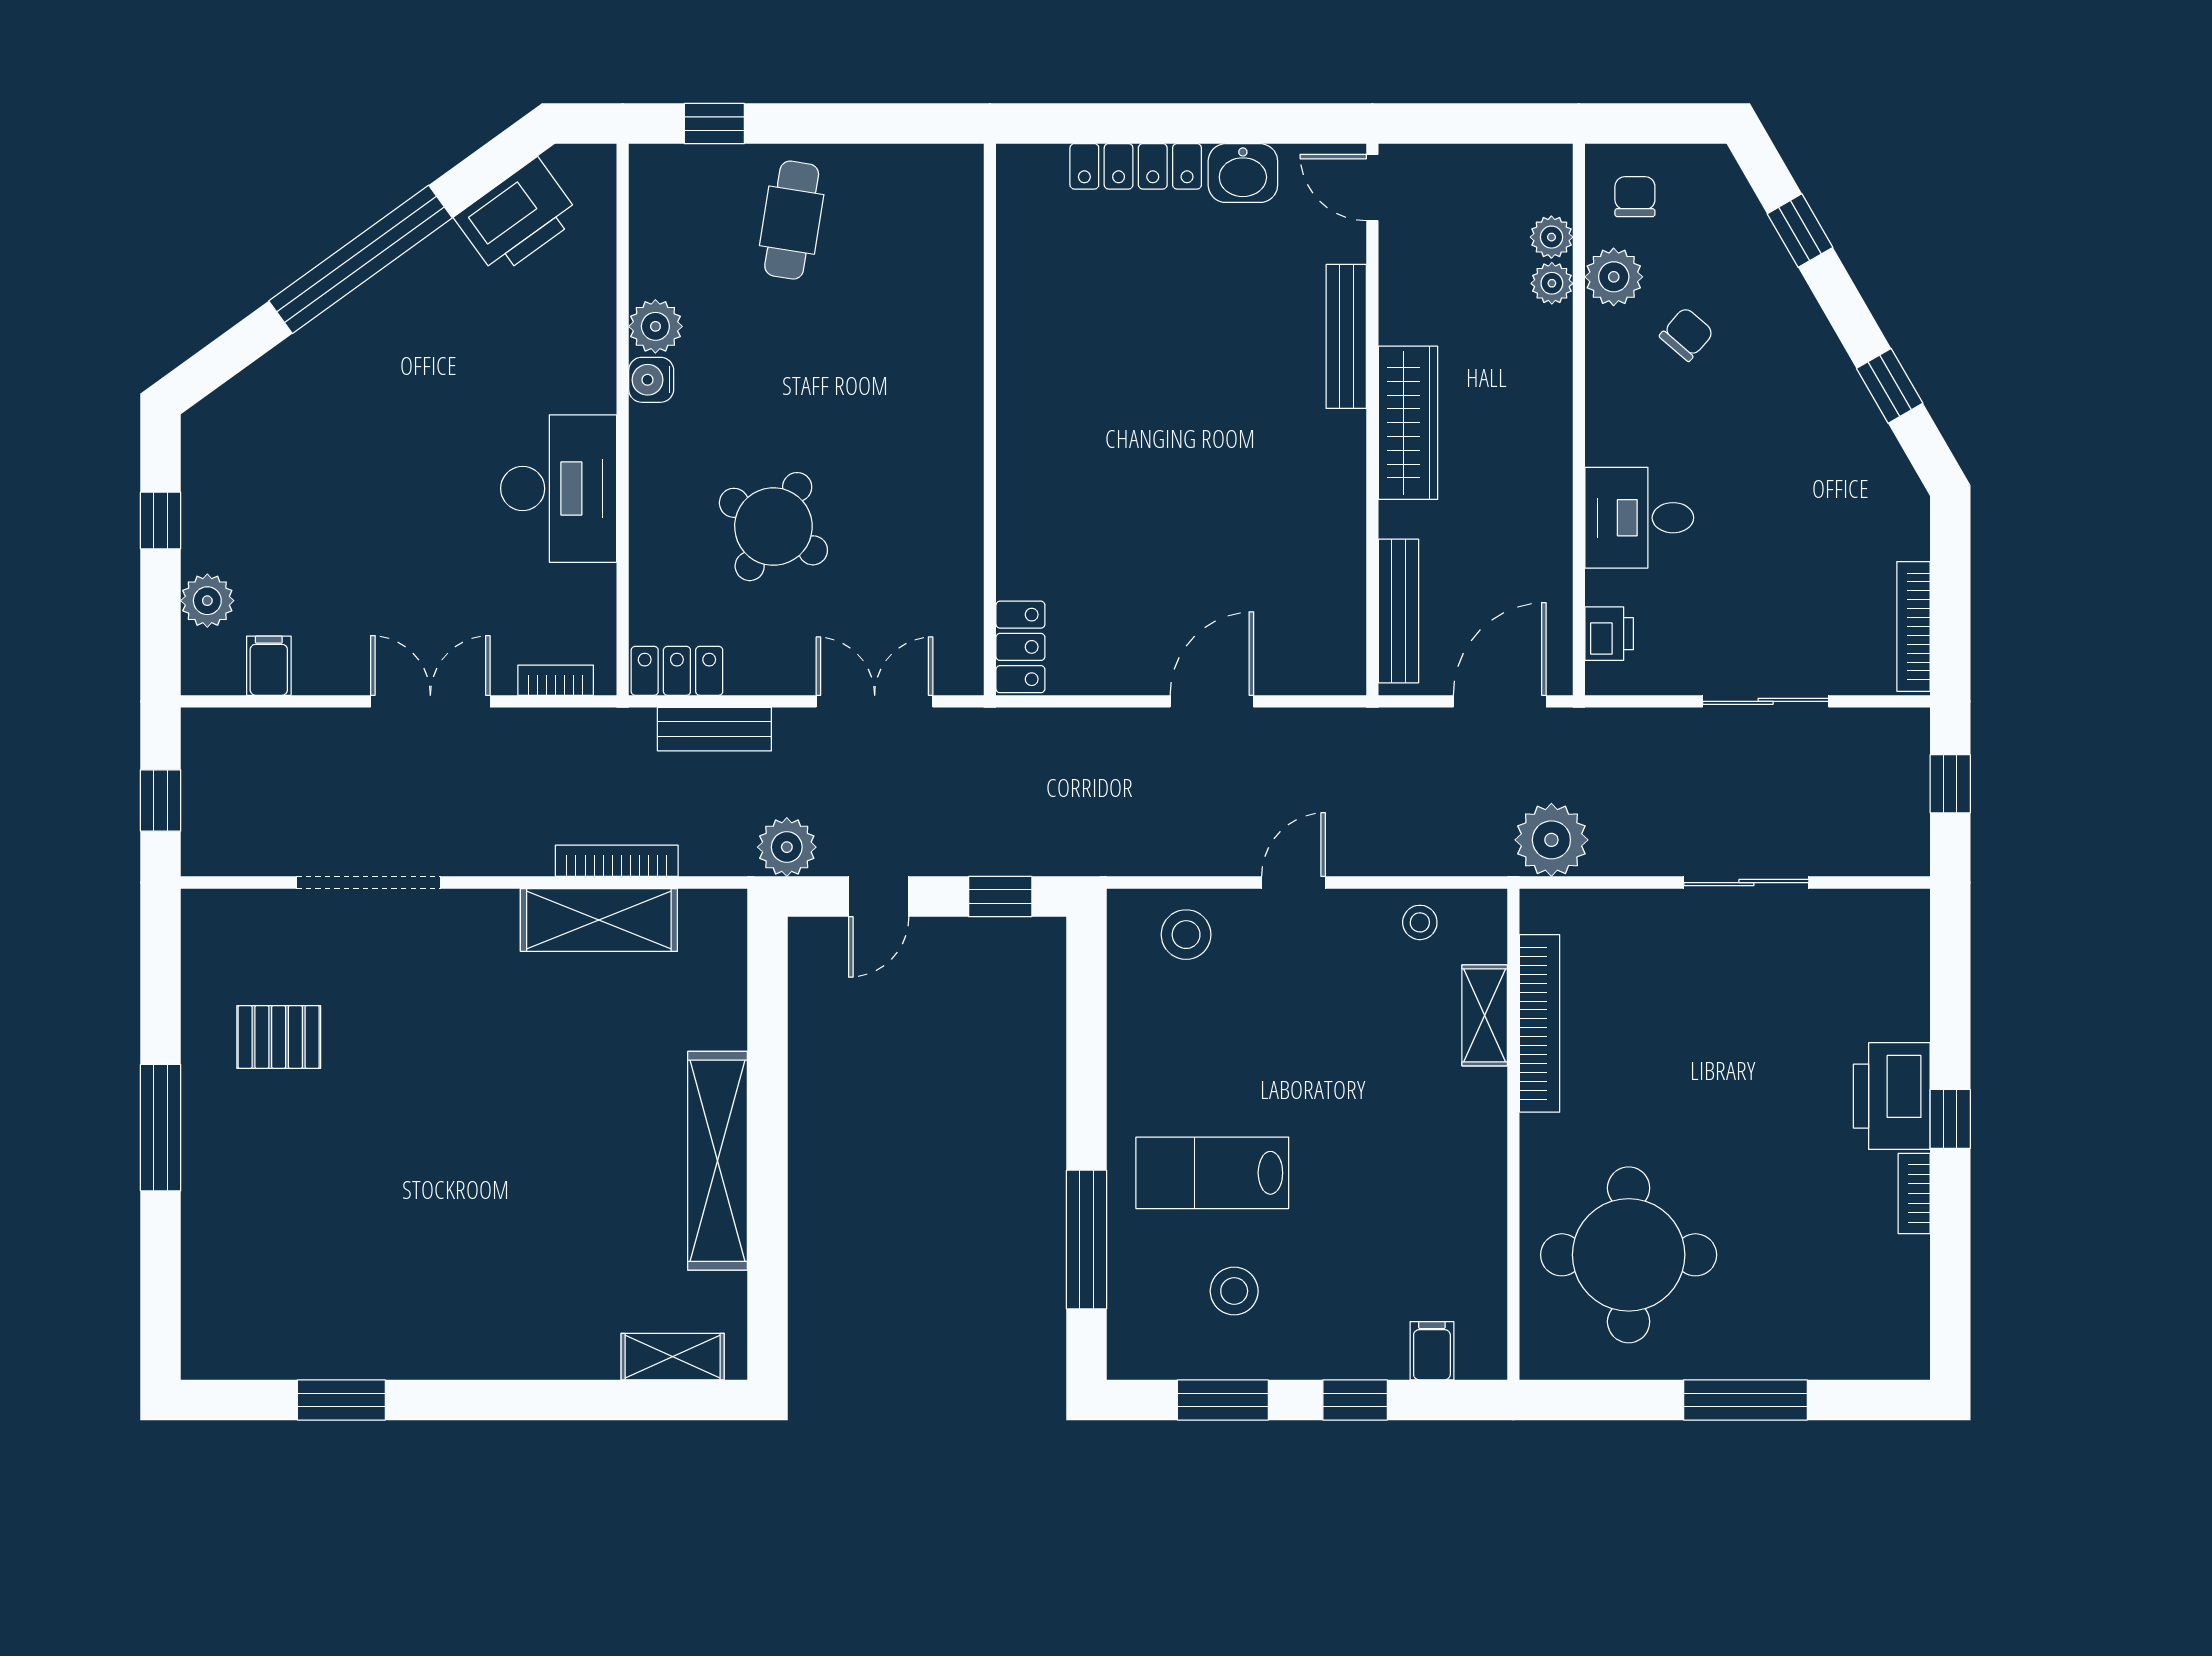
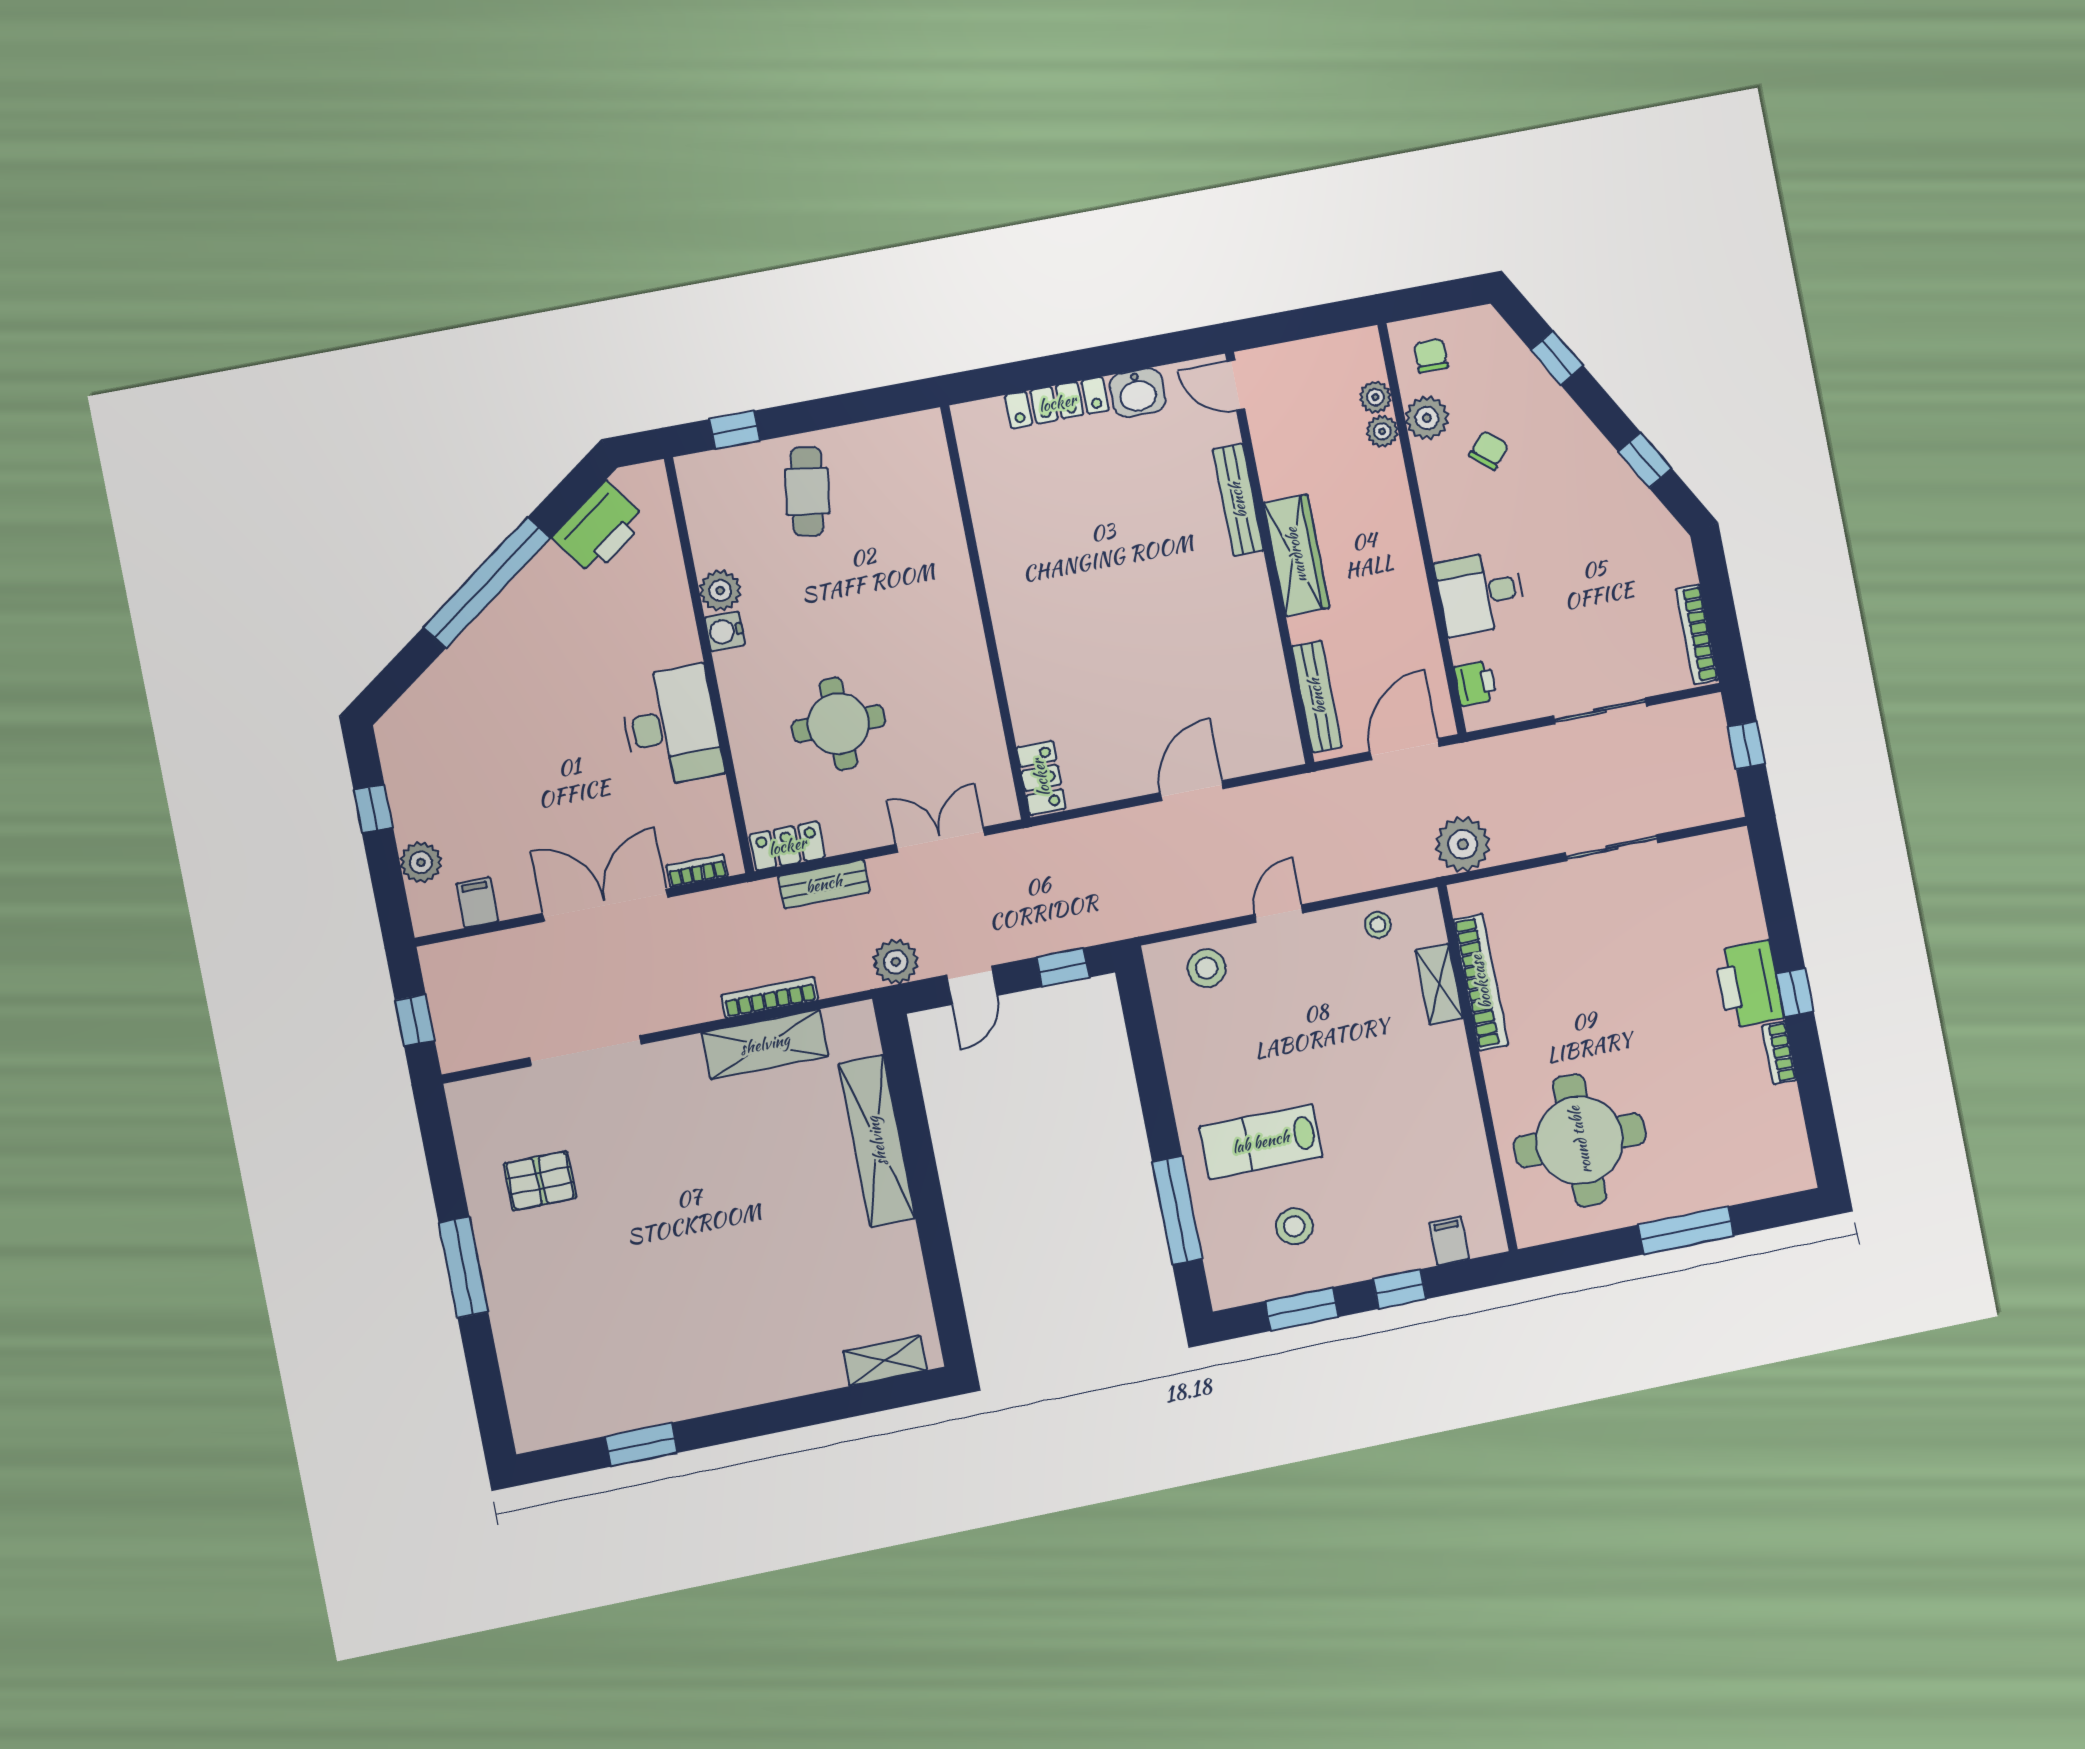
round table: (773, 527) -> (839, 724), turned -31
double door: (430, 701) -> (605, 905), width x1.37
shelving: (718, 1161) -> (877, 1141), moved

